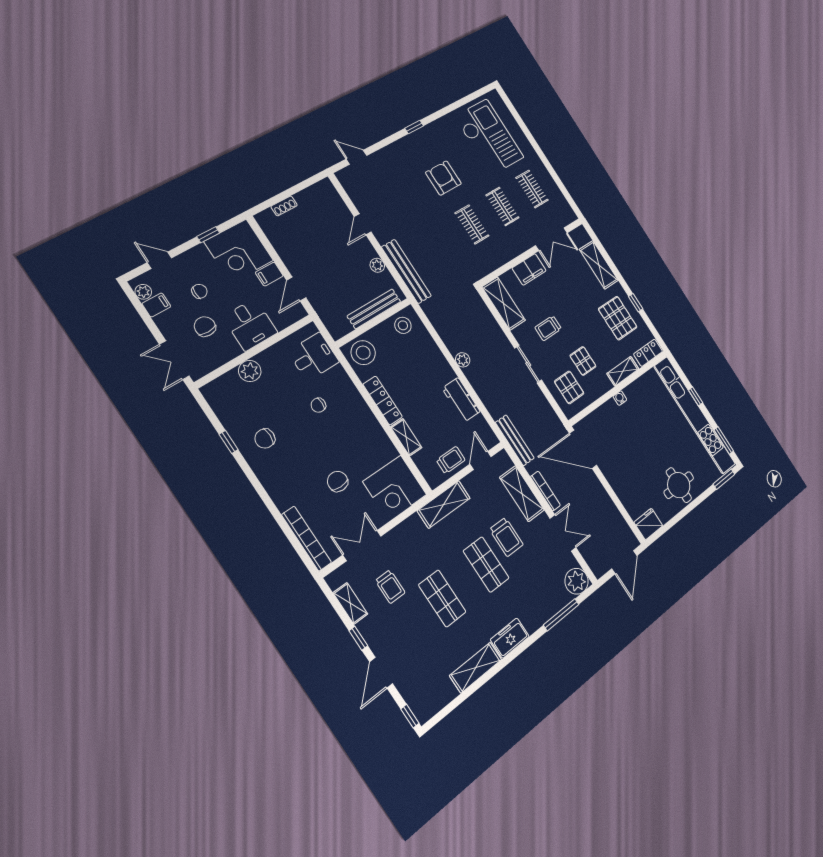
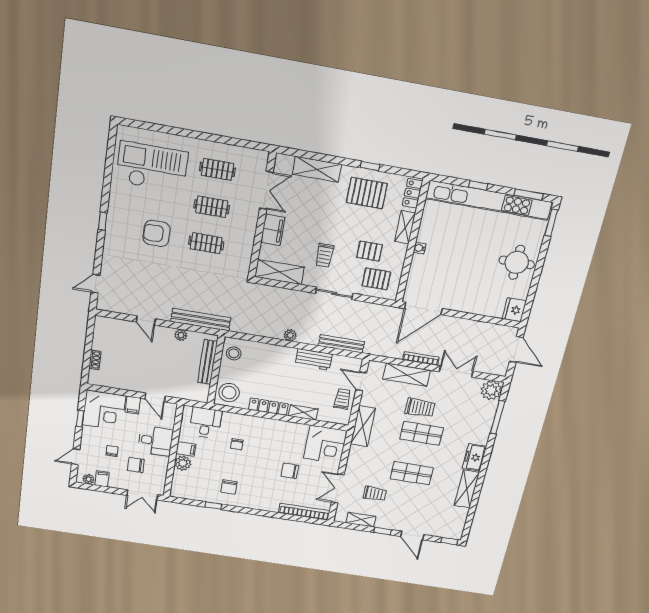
filing cabinet: (268, 361) -> (186, 449), added
bench: (515, 440) -> (341, 344), moved

